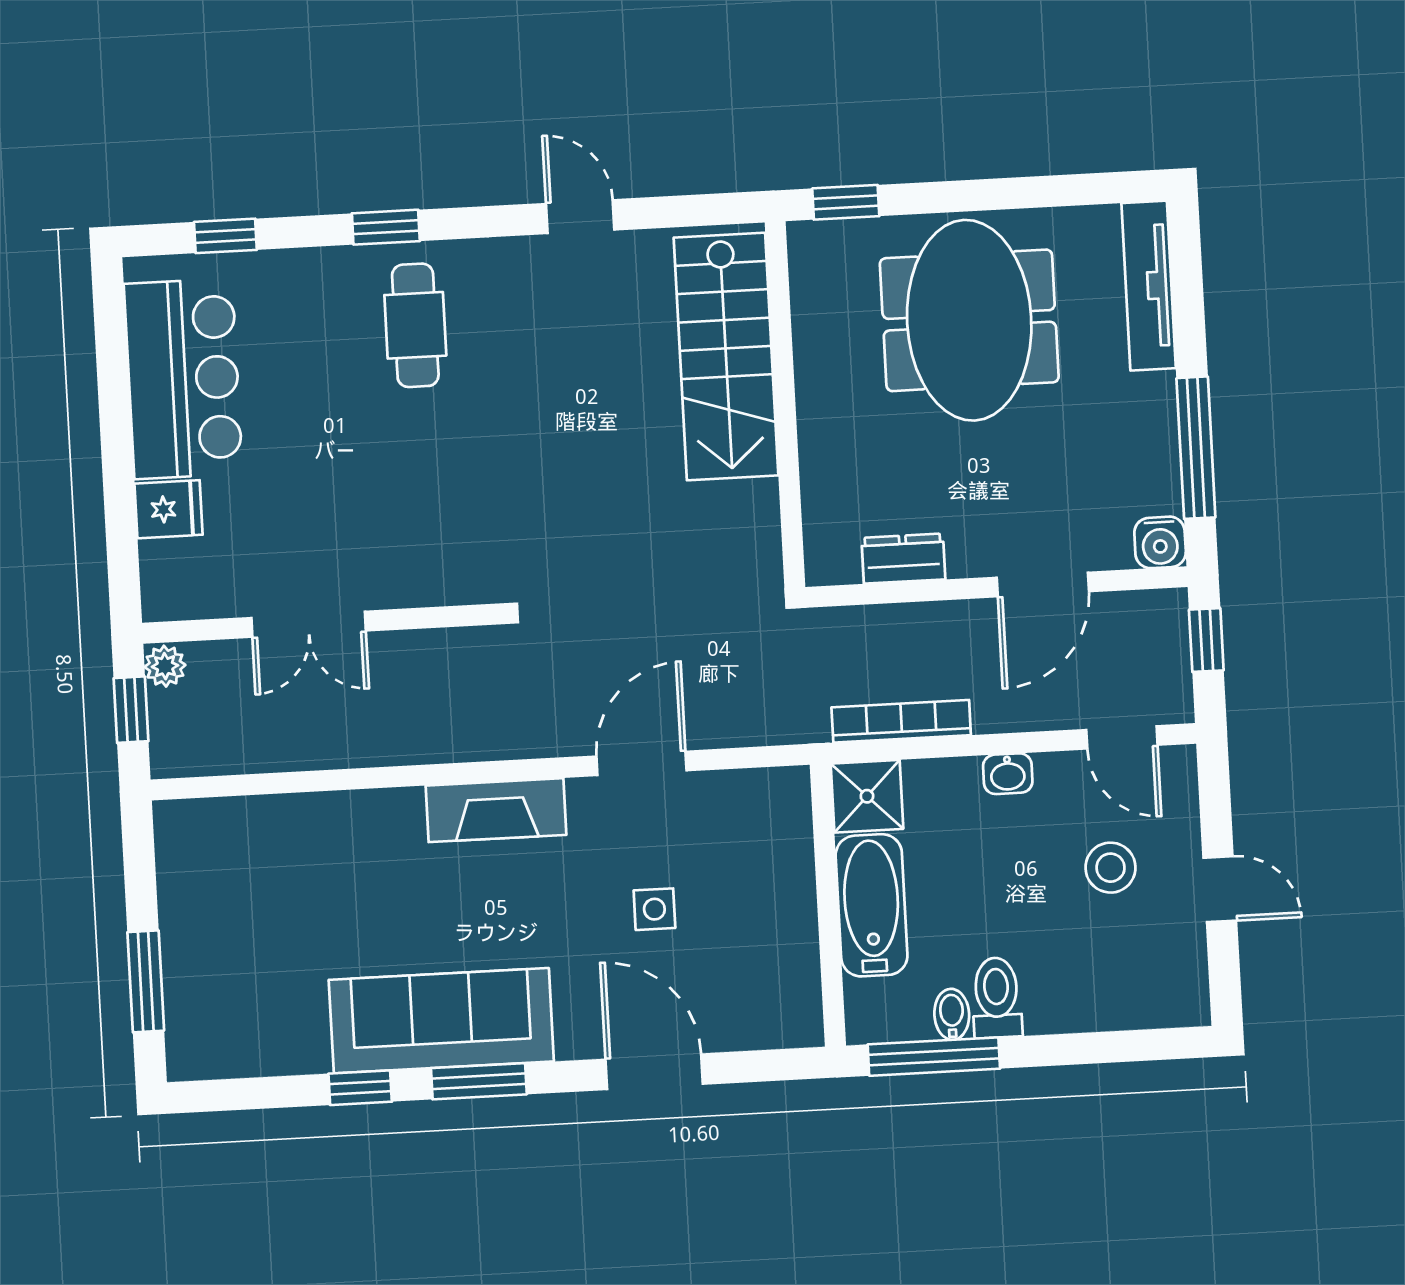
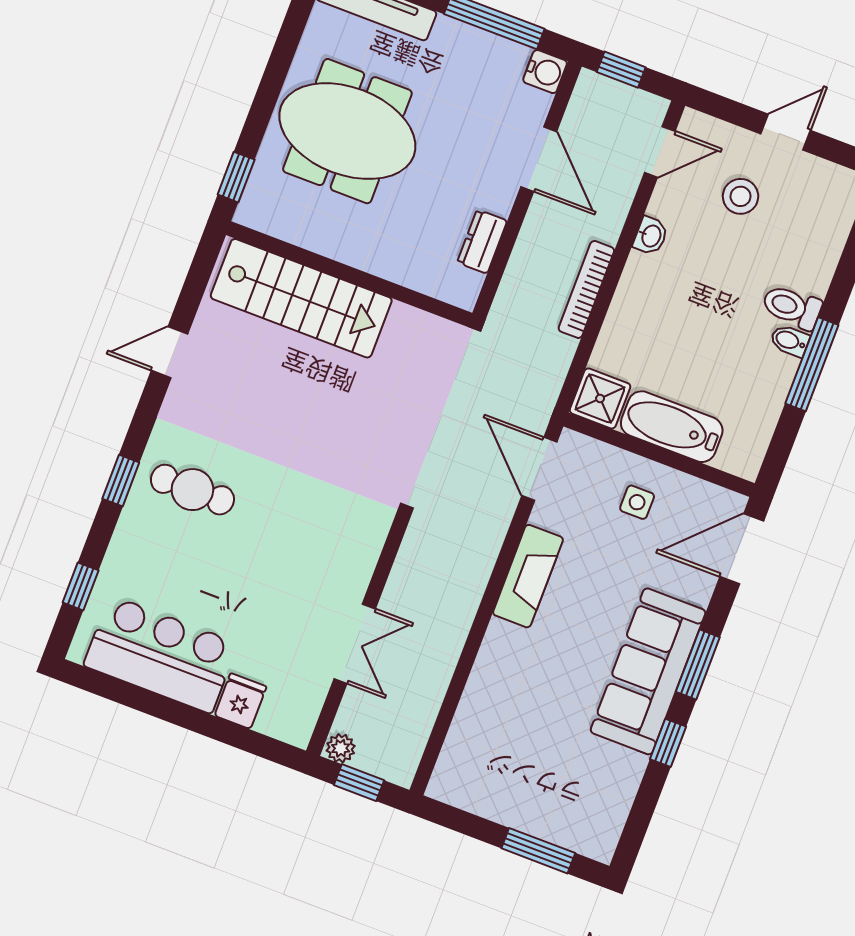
shower: (867, 796) -> (600, 398), moved
wall: (828, 905) -> (659, 455), moved
bathtub: (872, 905) -> (672, 427), moved

